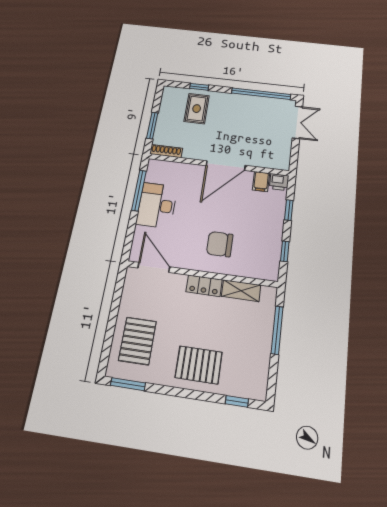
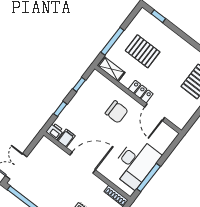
desk: (157, 205) -> (136, 163), width x1.36, depth x1.30
door: (154, 267) -> (155, 112), moved
shelving: (241, 291) -> (111, 69), moved
pallet: (199, 365) -> (143, 51), moved

